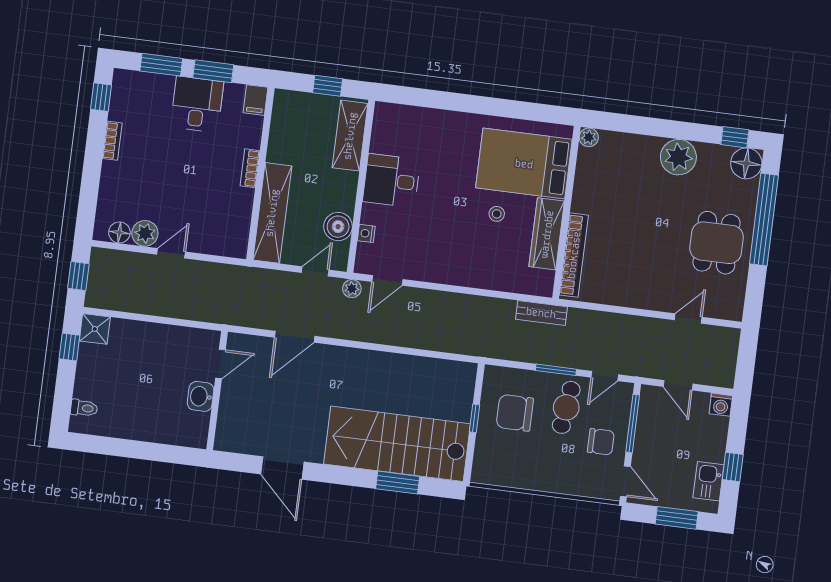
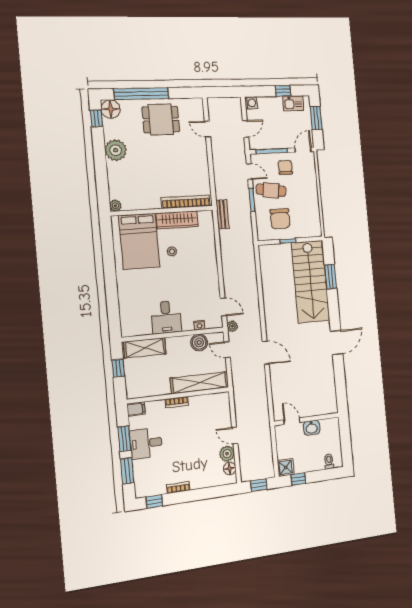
door: (220, 364) -> (292, 421), moved
wall: (217, 391) -> (307, 419), moved
washbasin: (201, 396) -> (312, 428), moved

